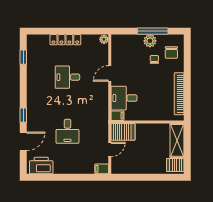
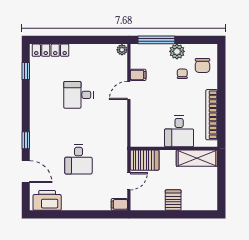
window: (153, 31) -> (156, 40), moved
locker: (65, 40) -> (50, 50), moved
desk: (124, 98) -> (179, 131), moved, turned -90
filing cabinet: (117, 116) -> (138, 75), moved
shelving: (177, 140) -> (197, 158), moved, turned 90
door: (23, 141) -> (26, 172), hinge flipped
server rack: (175, 165) -> (173, 200), moved, turned 90

